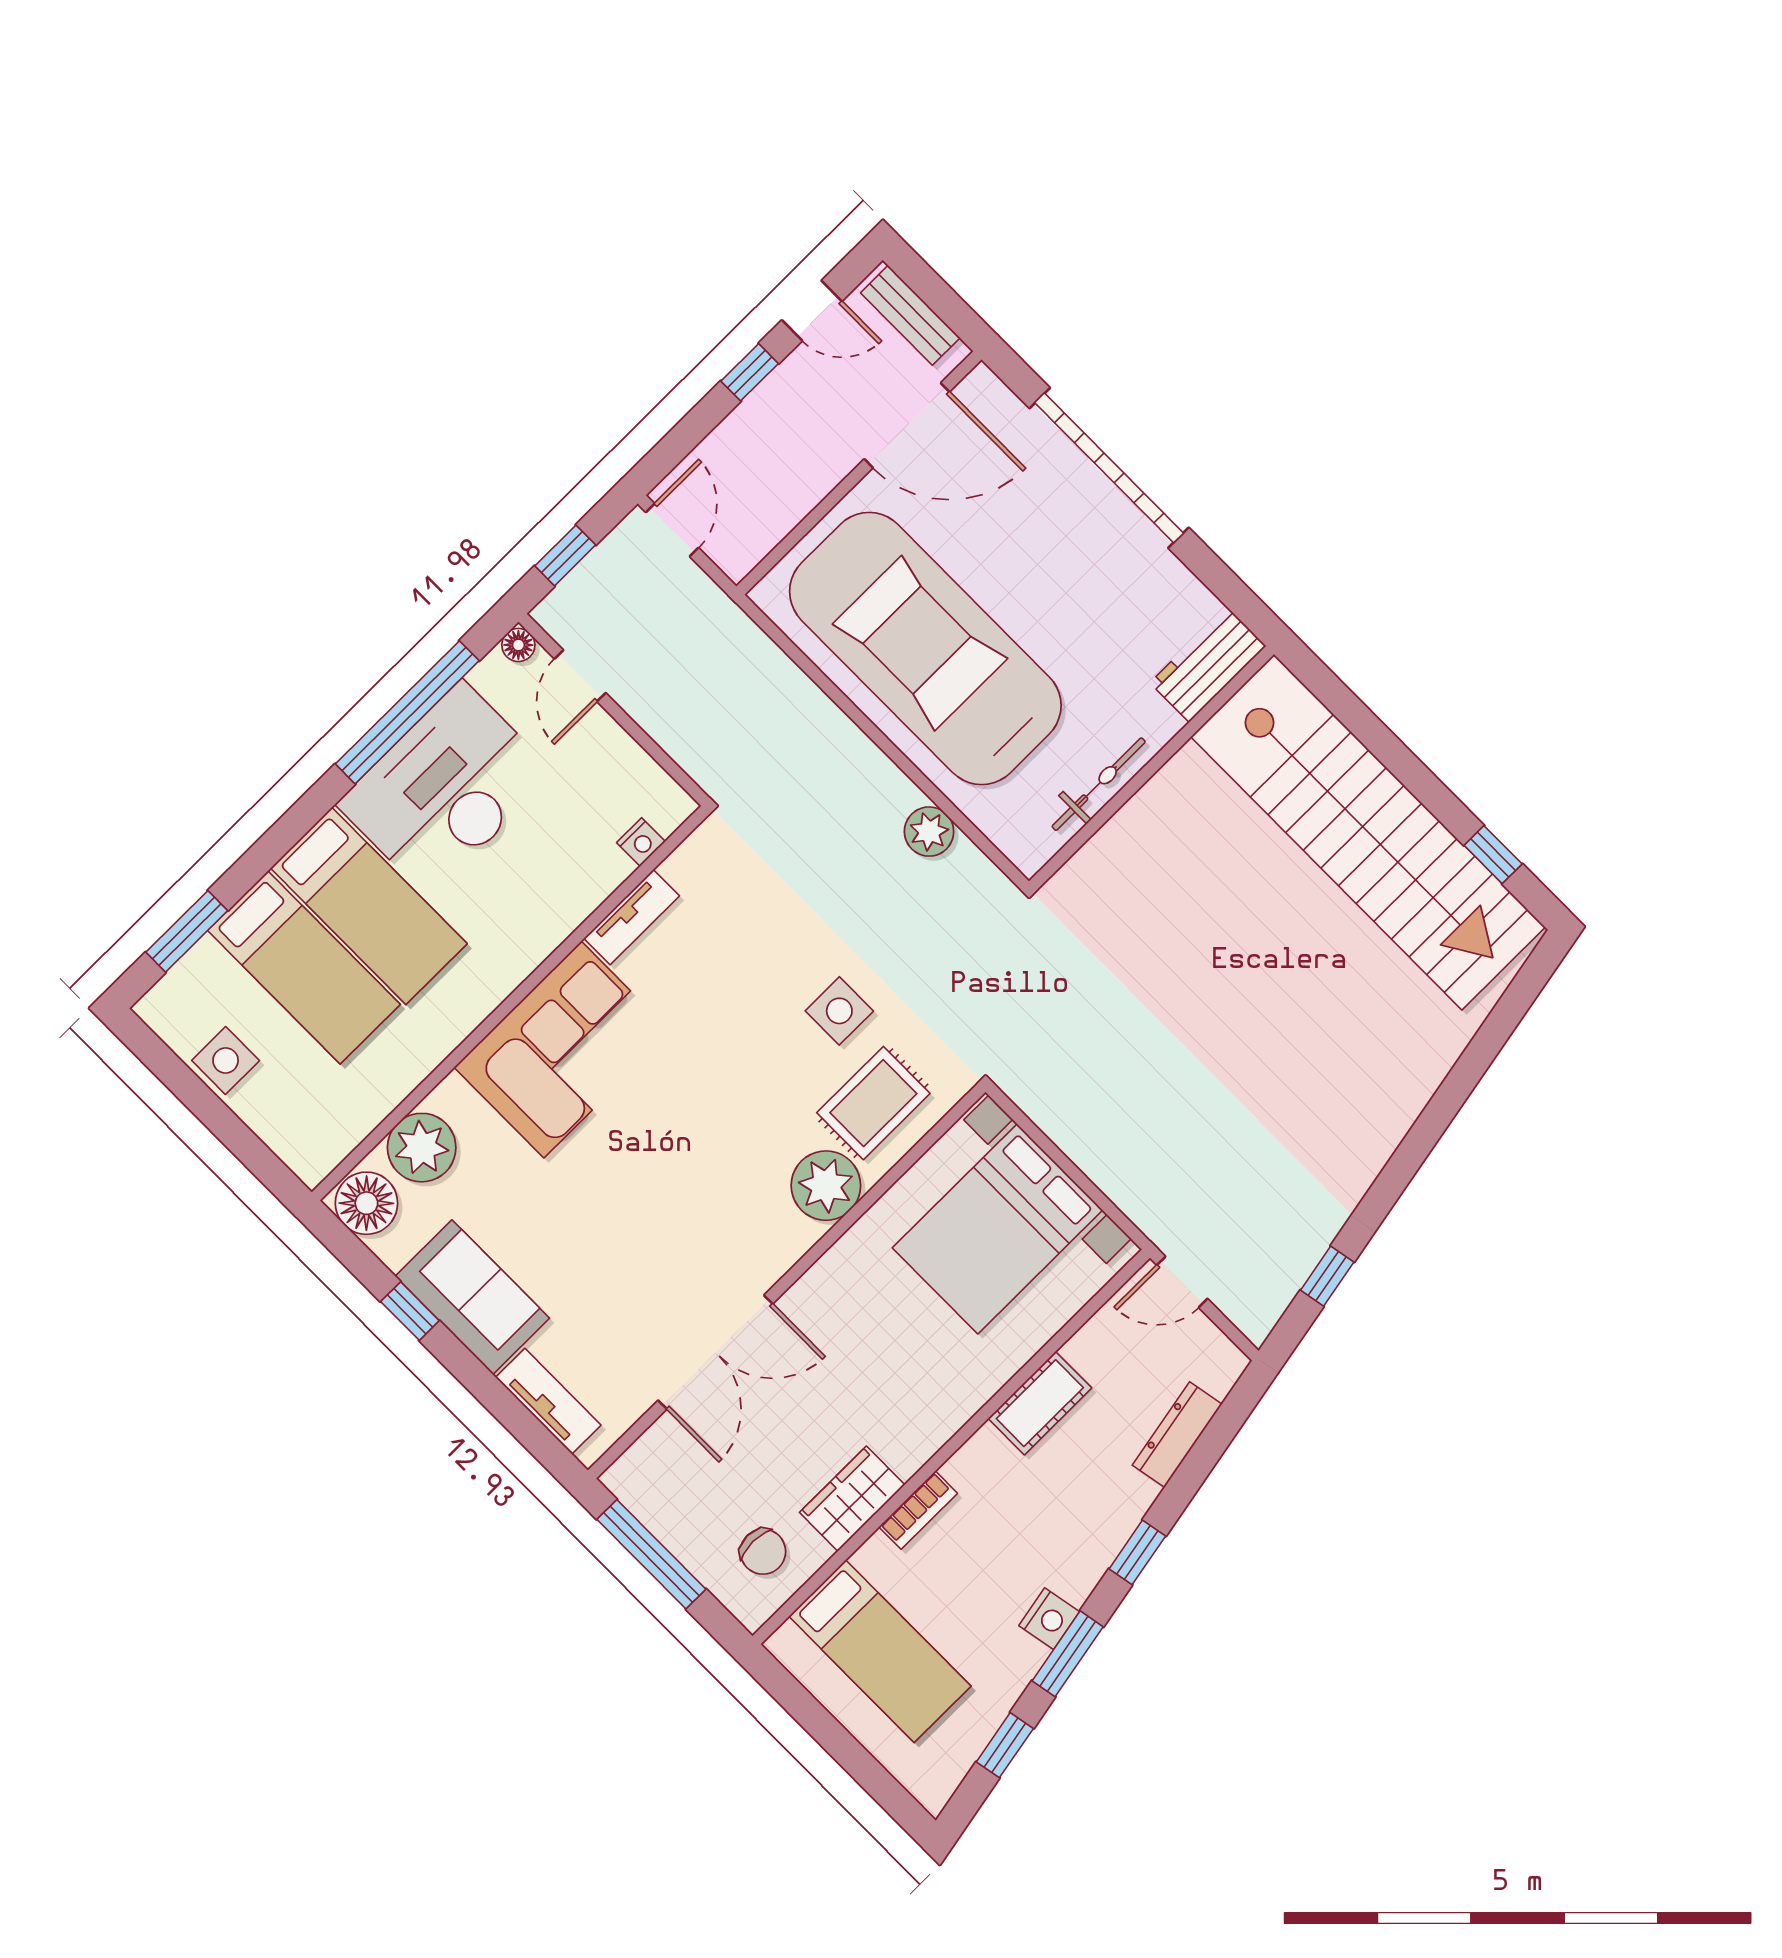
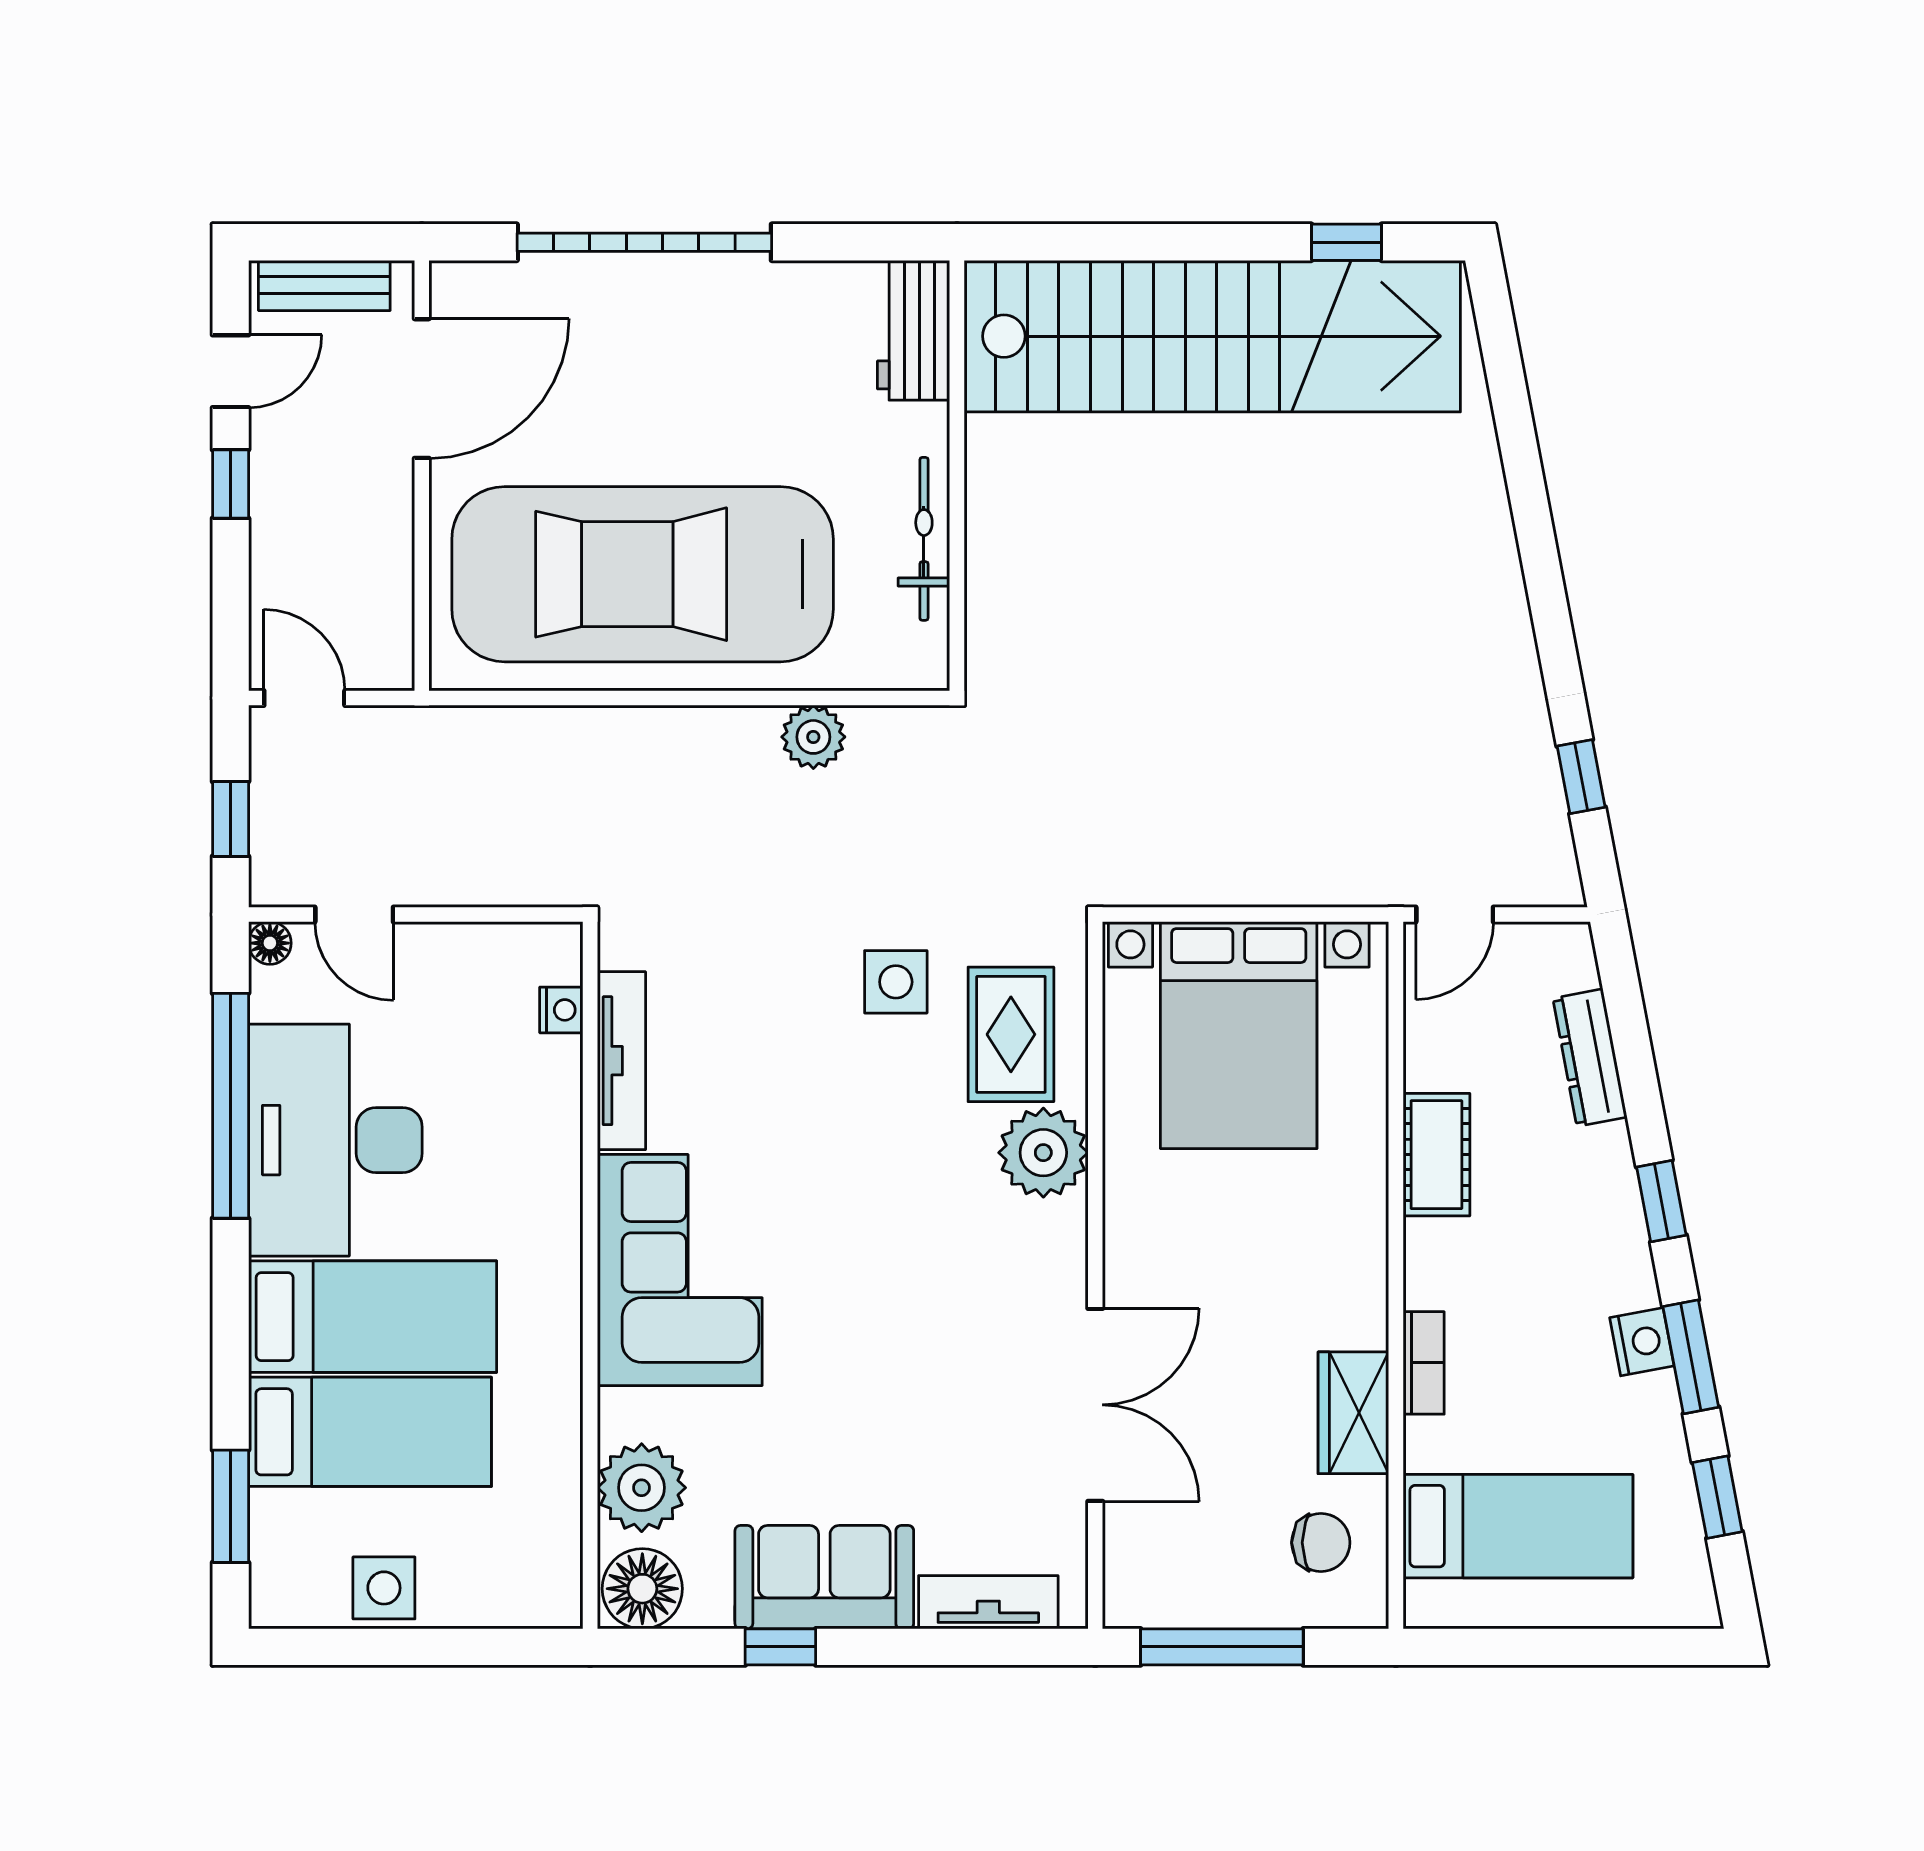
tv unit: (632, 917) -> (621, 1061), width x1.41

